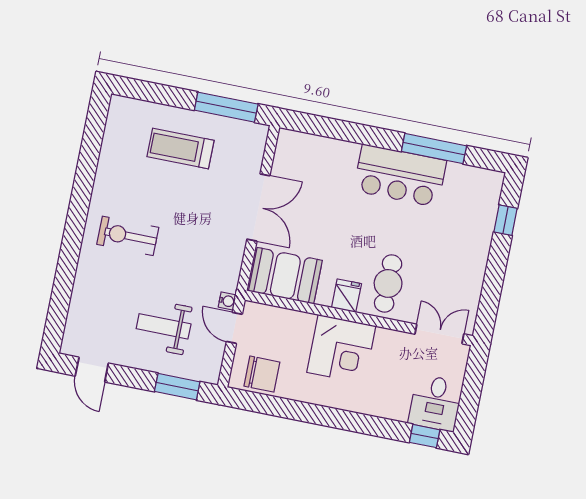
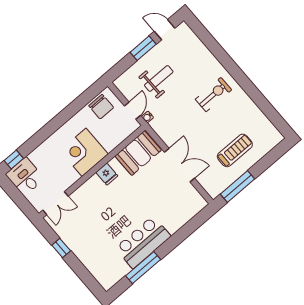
double door: (258, 207) -> (179, 165), swing flipped
window: (506, 220) -> (61, 248), moved
cafe table: (388, 283) -> (97, 198), removed
door: (234, 328) -> (132, 111), hinge flipped
chair: (262, 374) -> (101, 107), turned -90
window: (177, 387) -> (143, 48), moved

